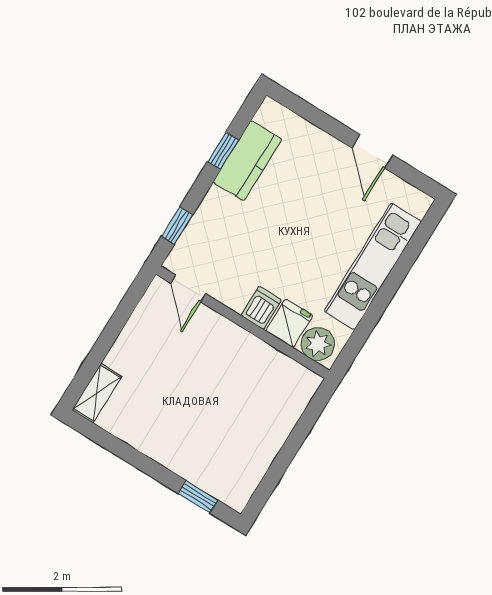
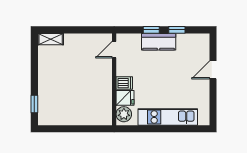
door: (372, 151) -> (213, 70), moved
kitchen counter: (247, 161) -> (159, 42), moved
window: (177, 226) -> (151, 30), moved

